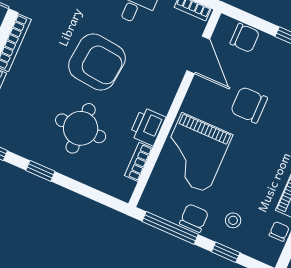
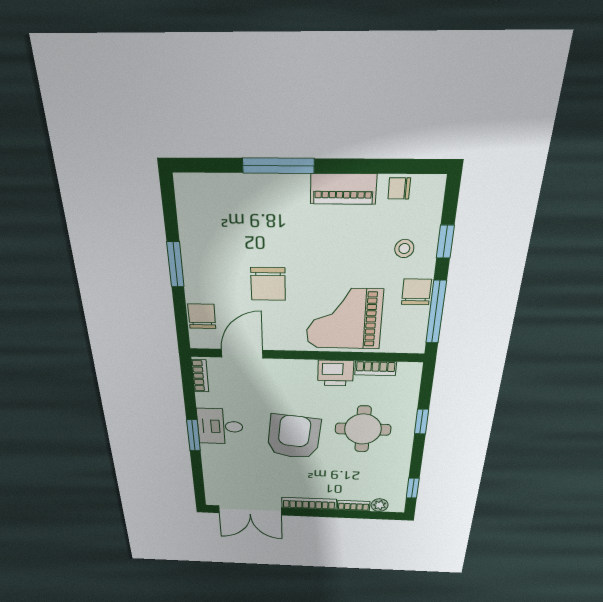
grand piano: (195, 153) -> (344, 319), turned 180
window: (40, 171) -> (422, 422), moved
chair: (194, 218) -> (416, 292), turned 90

